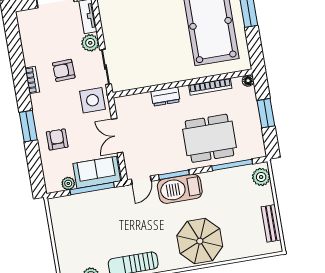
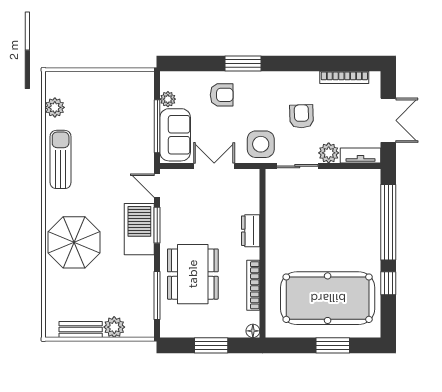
bookcase: (32, 80) -> (344, 77), moved, width x1.56
plant: (261, 177) -> (114, 327), moved

